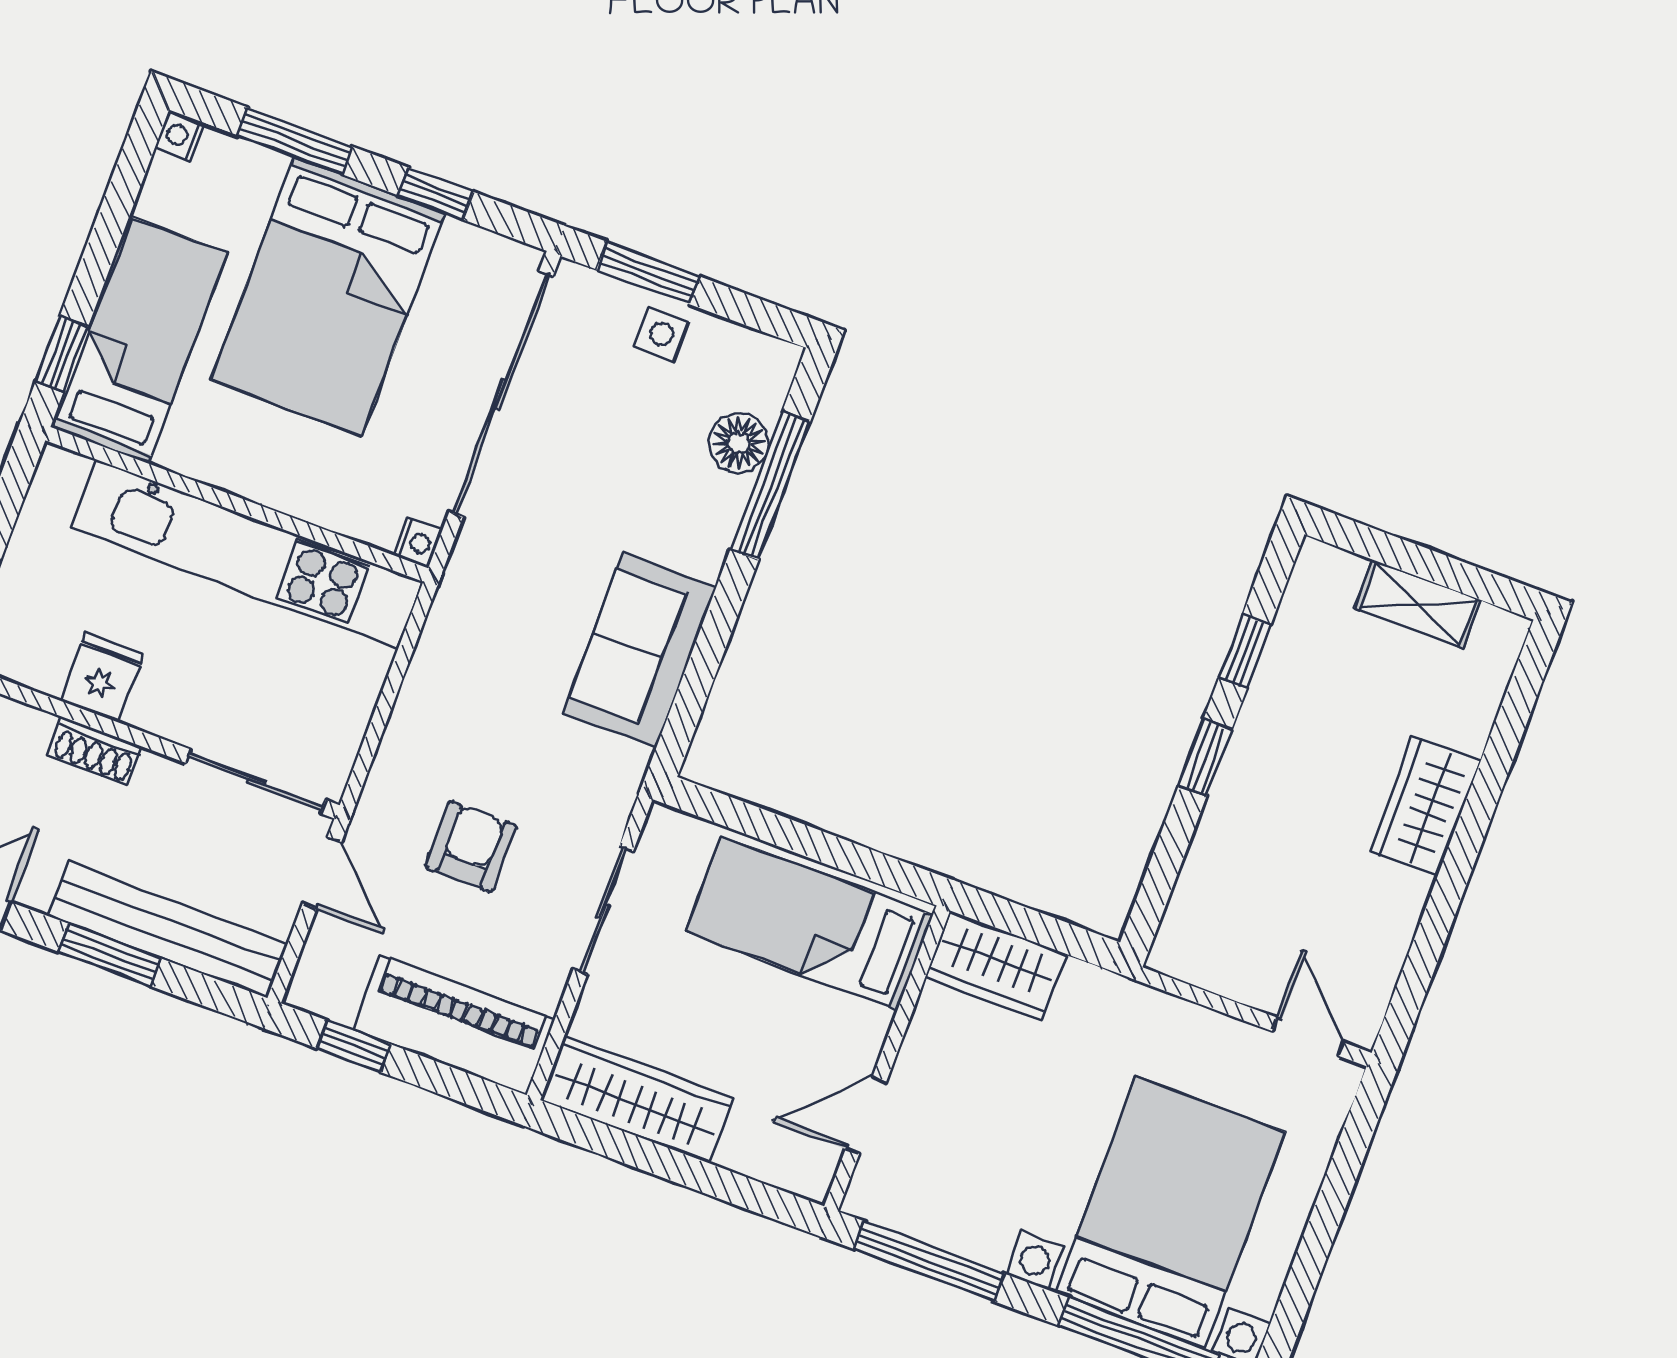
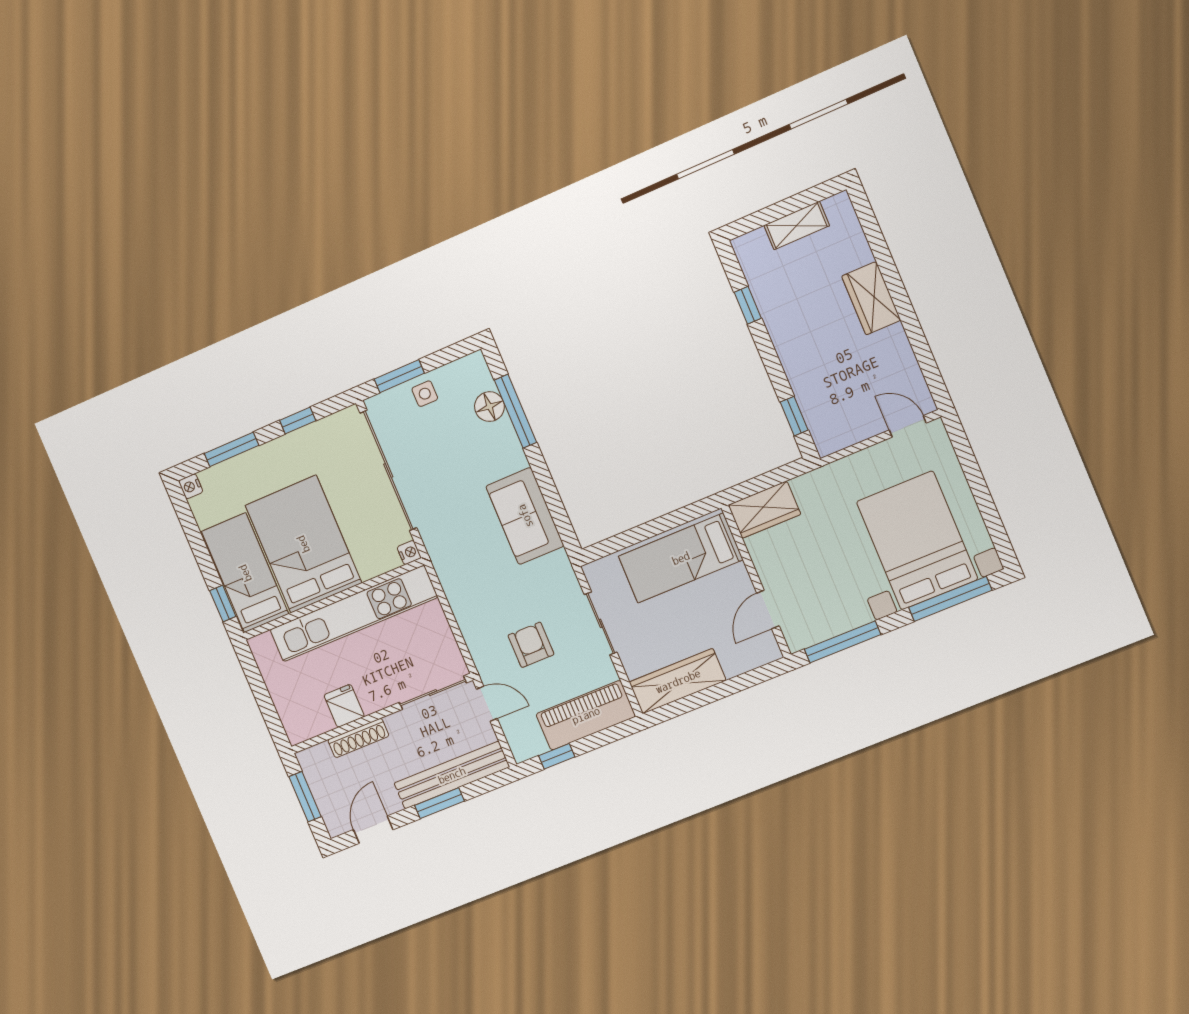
bed: (328, 296) -> (303, 544), moved, turned 180
shoe rack: (95, 751) -> (358, 738), width x1.43
window: (1205, 757) -> (794, 416), moved

